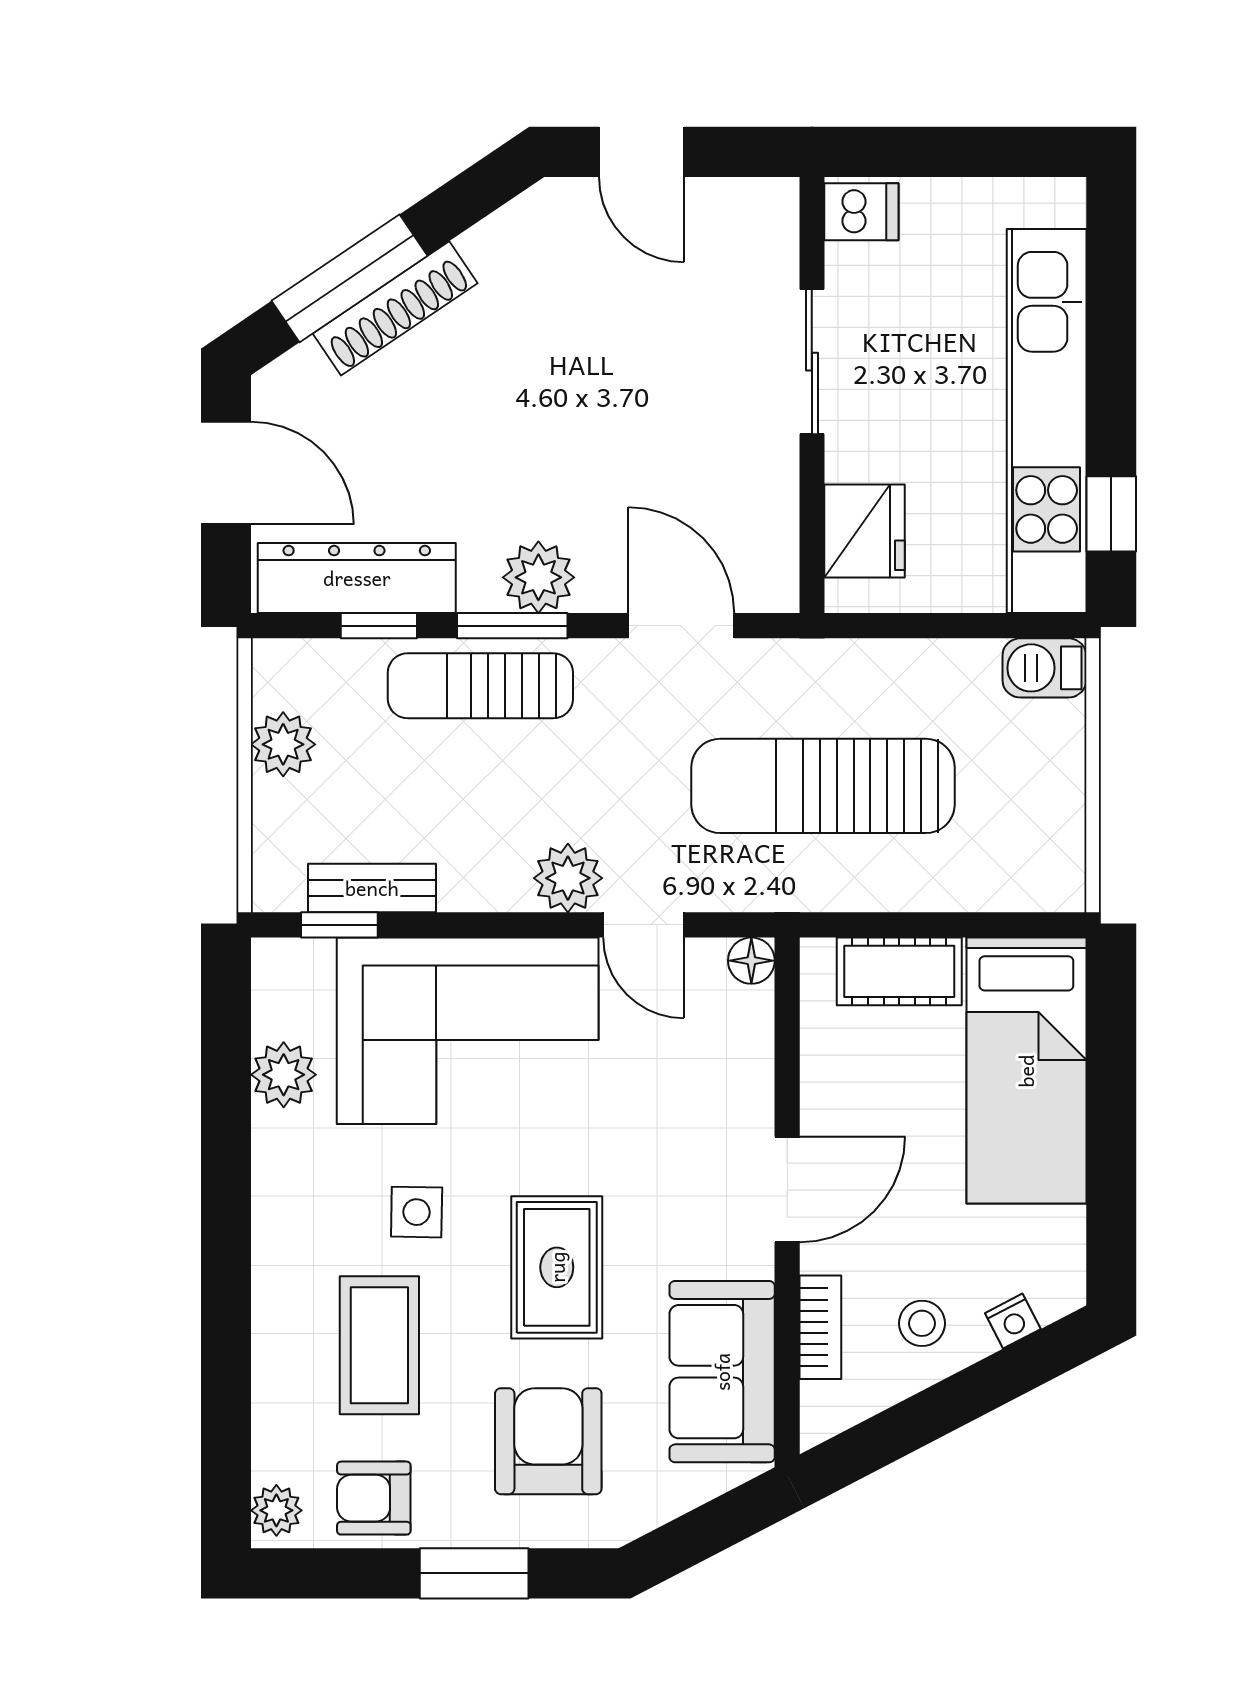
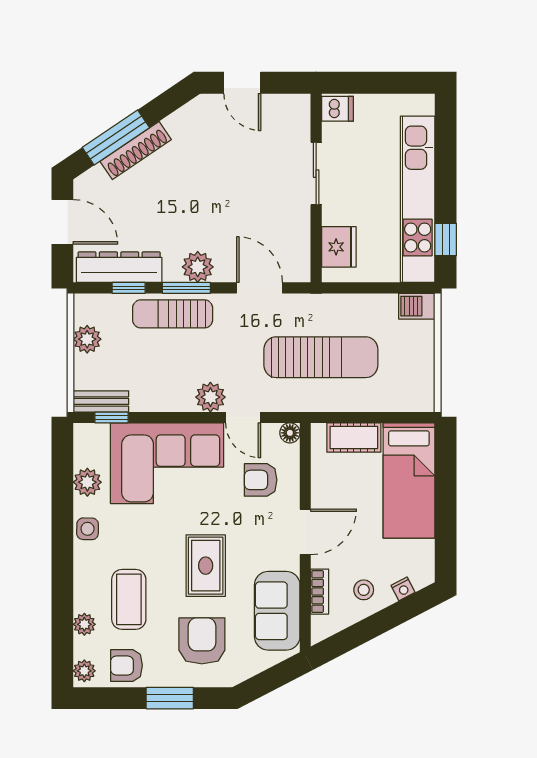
sun lounger: (823, 786) -> (321, 357), turned 180
bench: (372, 888) -> (101, 401), moved
armchair: (684, 1069) -> (261, 480), added
side table: (417, 1212) -> (88, 529), moved
plant: (277, 1403) -> (84, 624), added

